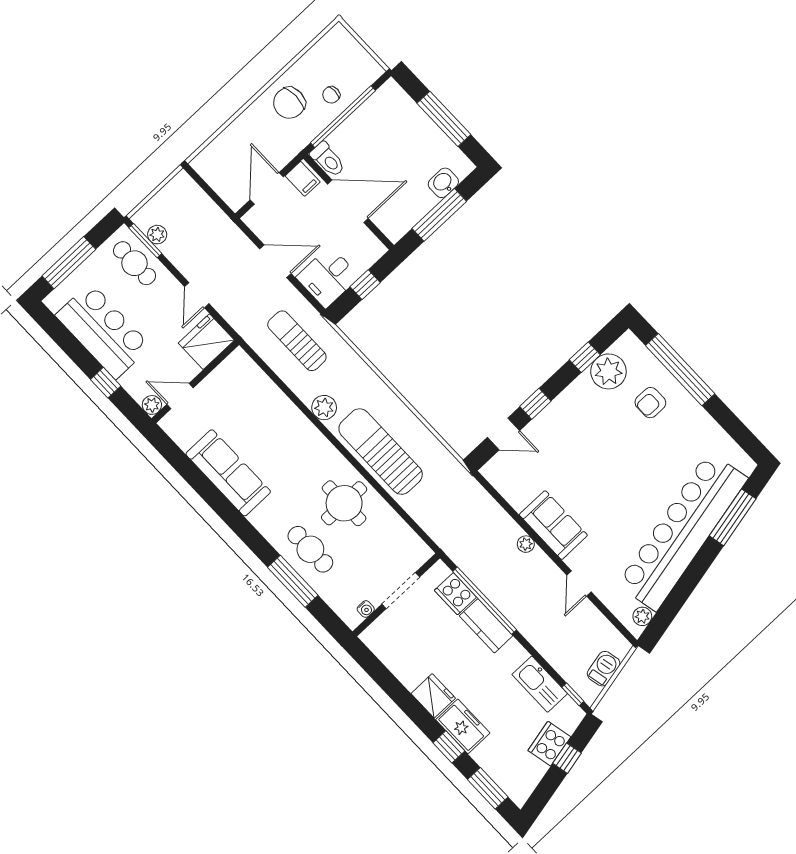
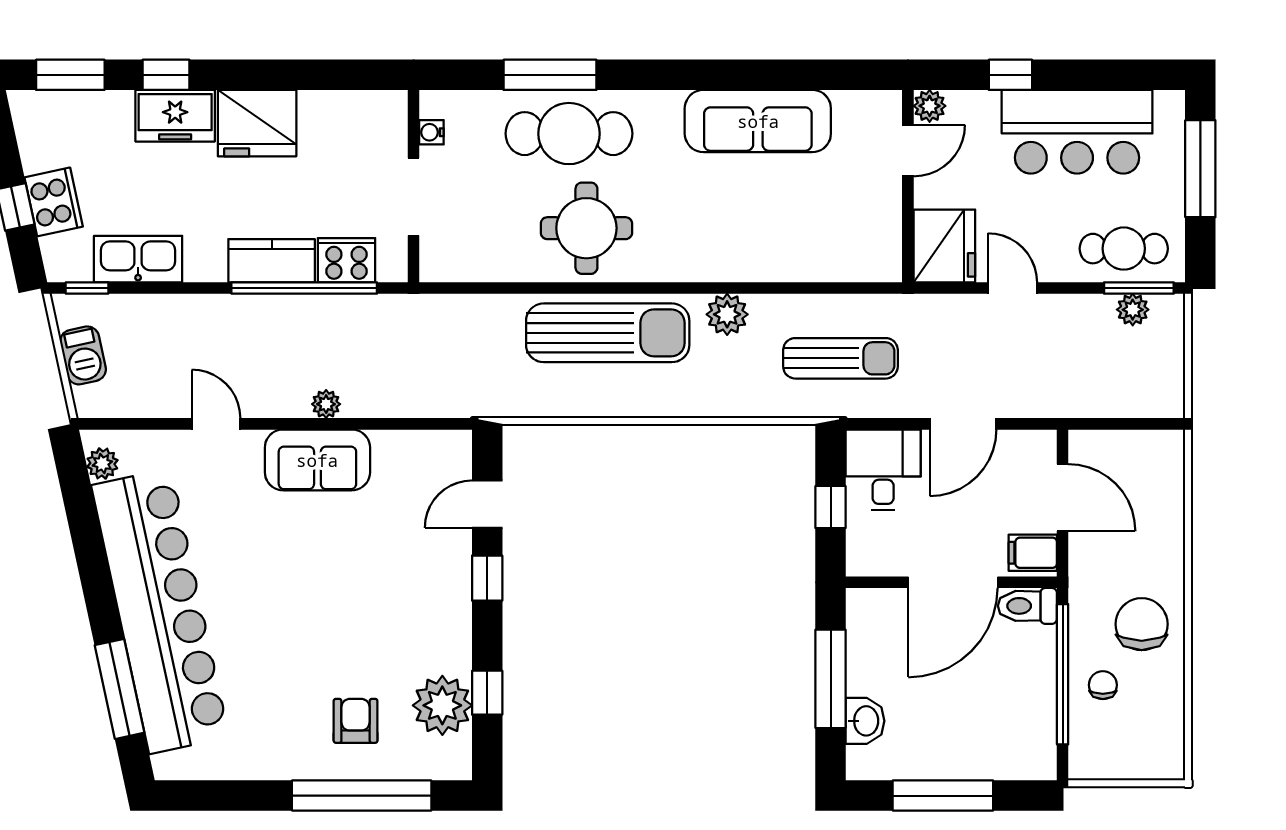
cafe table: (310, 549) -> (569, 134), width x1.37, depth x1.35
fridge: (433, 696) -> (257, 123), width x1.36, depth x1.34

